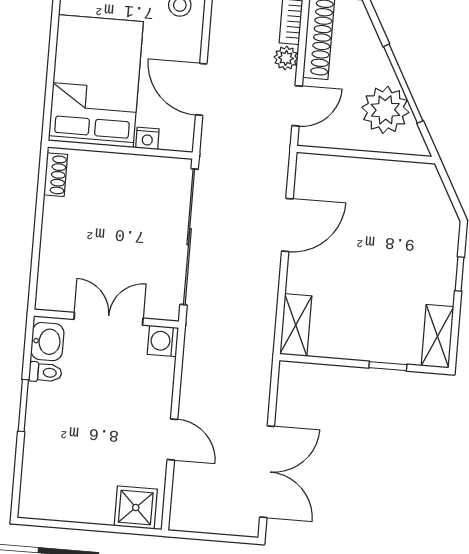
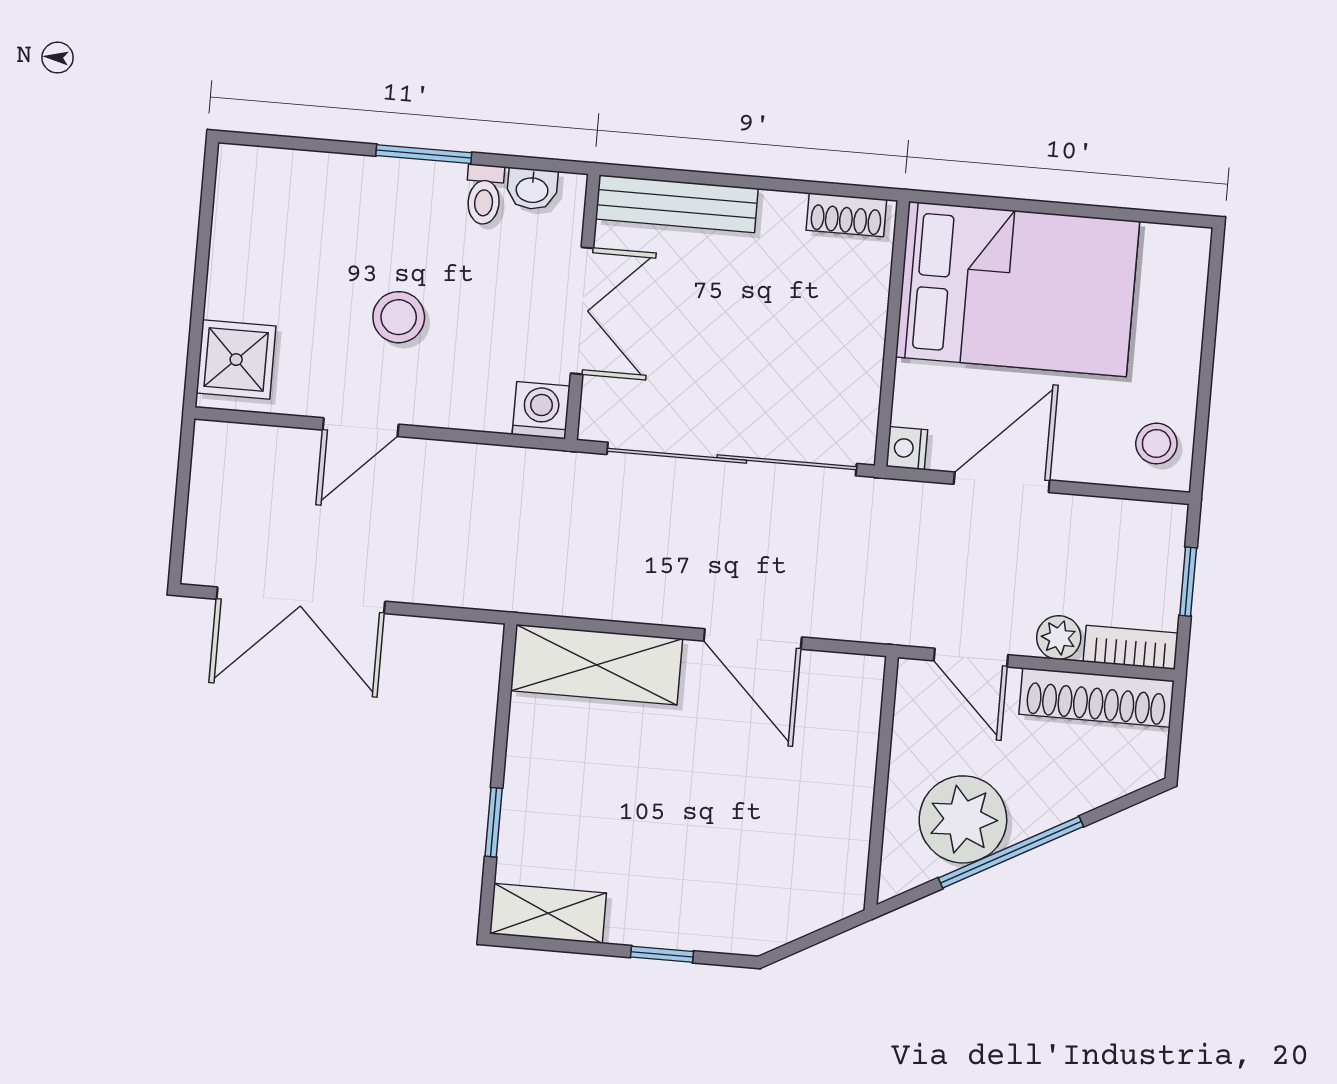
nightstand: (147, 138) -> (907, 448), moved
bench: (50, 267) -> (677, 204), added
shelving: (296, 325) -> (596, 665), width x1.50, depth x1.33
washbasin: (47, 342) -> (532, 189), width x0.72, depth x0.69
stool: (112, 419) -> (399, 317), added

